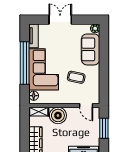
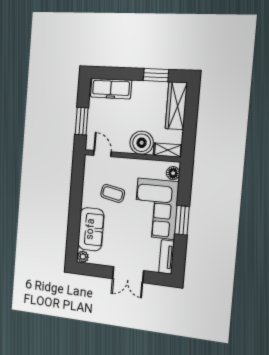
window: (25, 63) -> (182, 220), width x0.47

